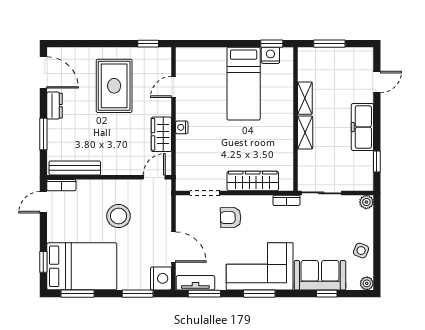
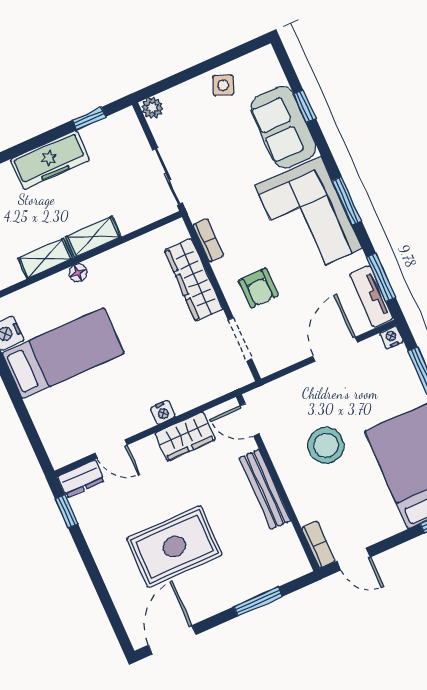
rug: (114, 86) -> (174, 547), moved
dresser: (54, 106) -> (81, 479), moved, turned 180
floor lamp: (288, 114) -> (78, 273), added
bench: (75, 168) -> (265, 489), moved
bookcase: (286, 200) -> (208, 240), moved
nightstand: (161, 278) -> (391, 337), width x0.53, depth x0.56
plant: (367, 283) -> (266, 57), removed

